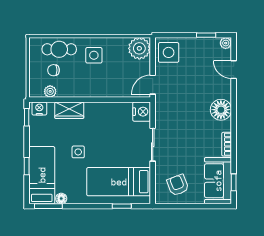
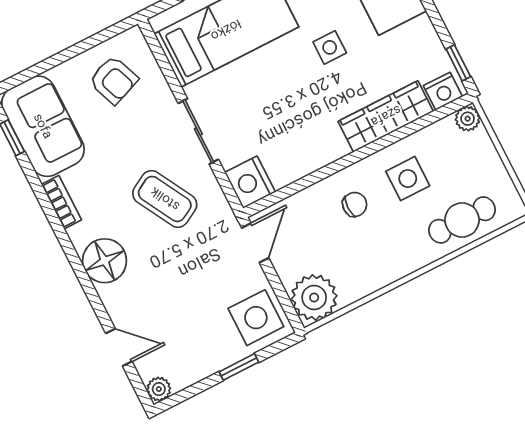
window: (206, 35) -> (239, 367), moved
side table: (94, 55) -> (408, 179), moved
chair: (53, 70) -> (355, 204), moved
plant: (50, 91) -> (468, 119), moved
wardrobe: (69, 110) -> (386, 116), width x1.50
coffee table: (182, 123) -> (165, 199), added

